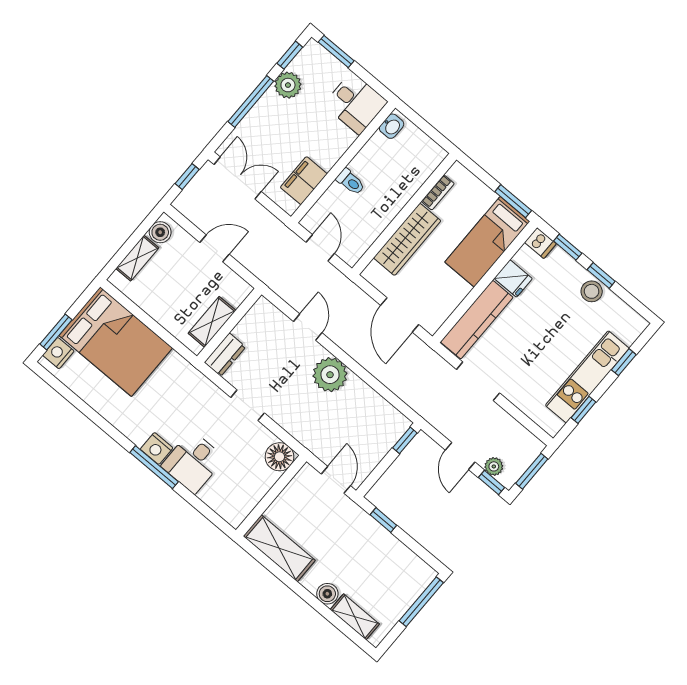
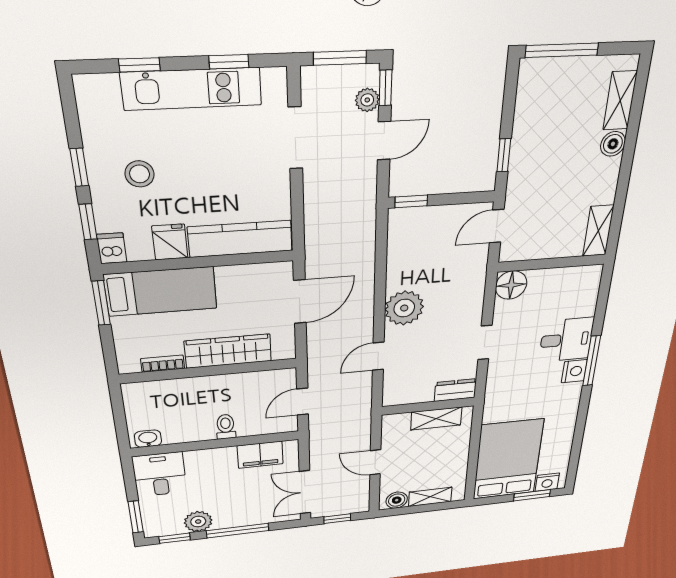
stool: (592, 291) -> (140, 174), moved
doorway: (478, 381) -> (295, 138), moved
shelving: (279, 548) -> (598, 231), width x0.67, depth x0.75

